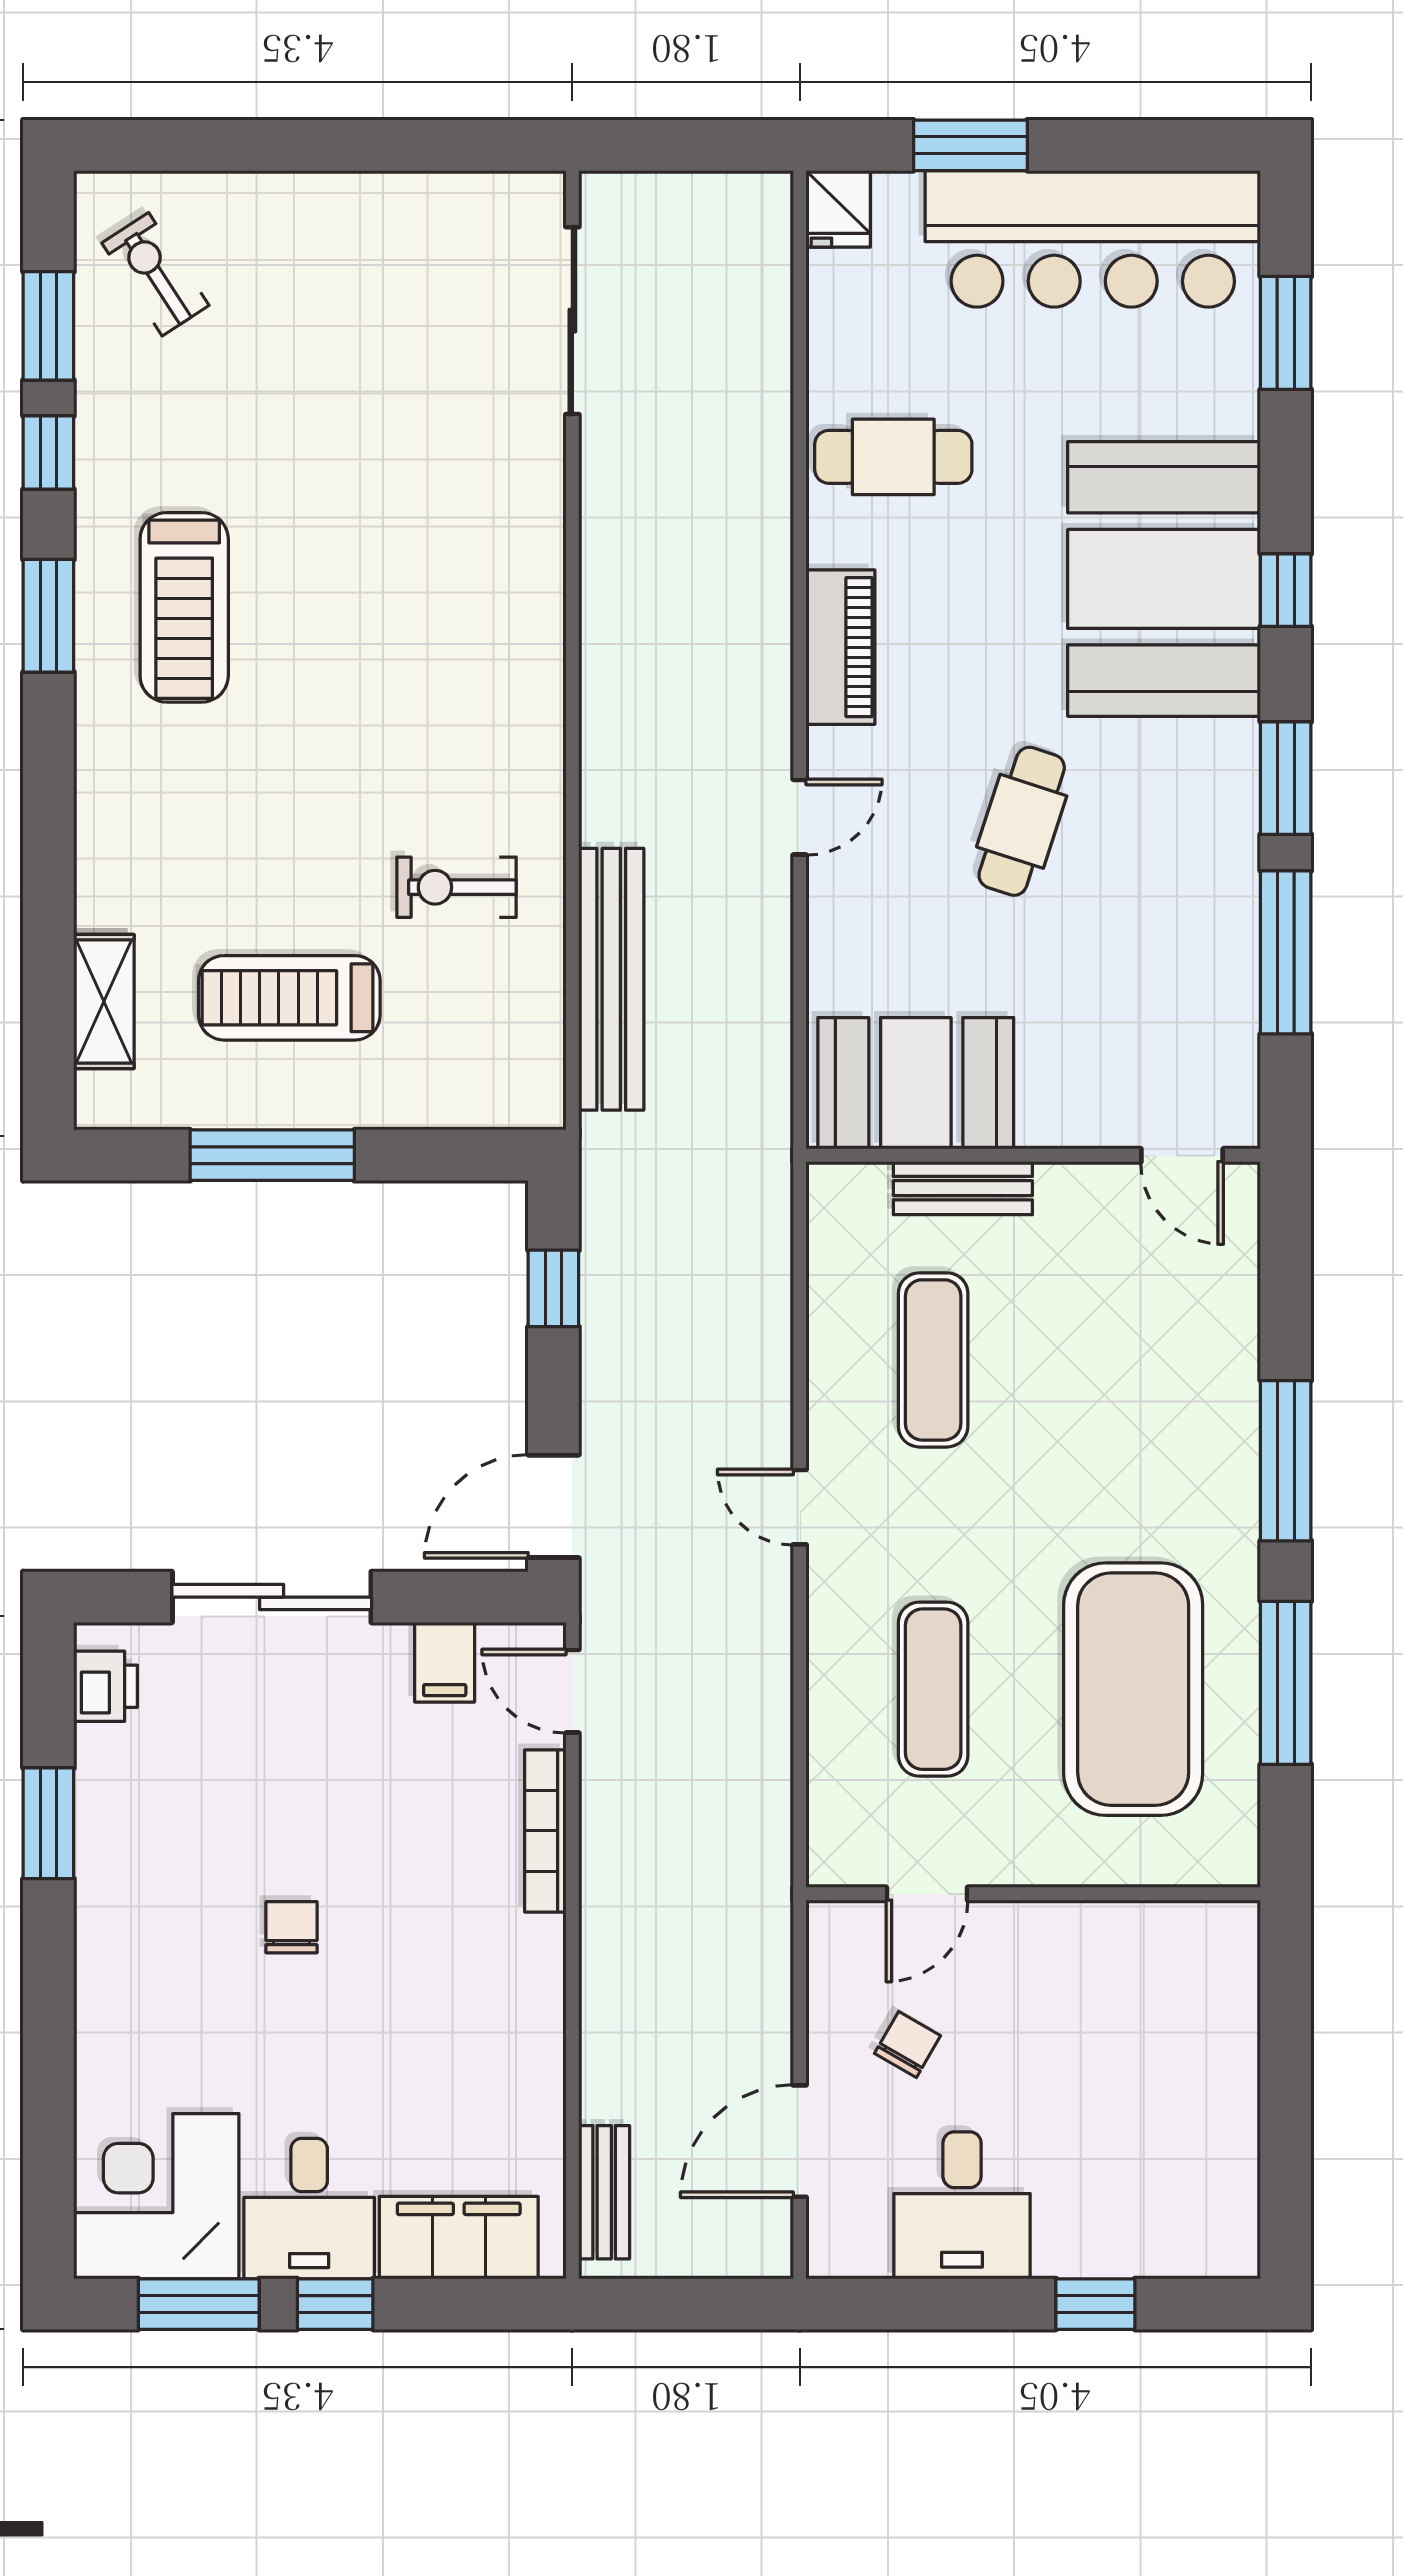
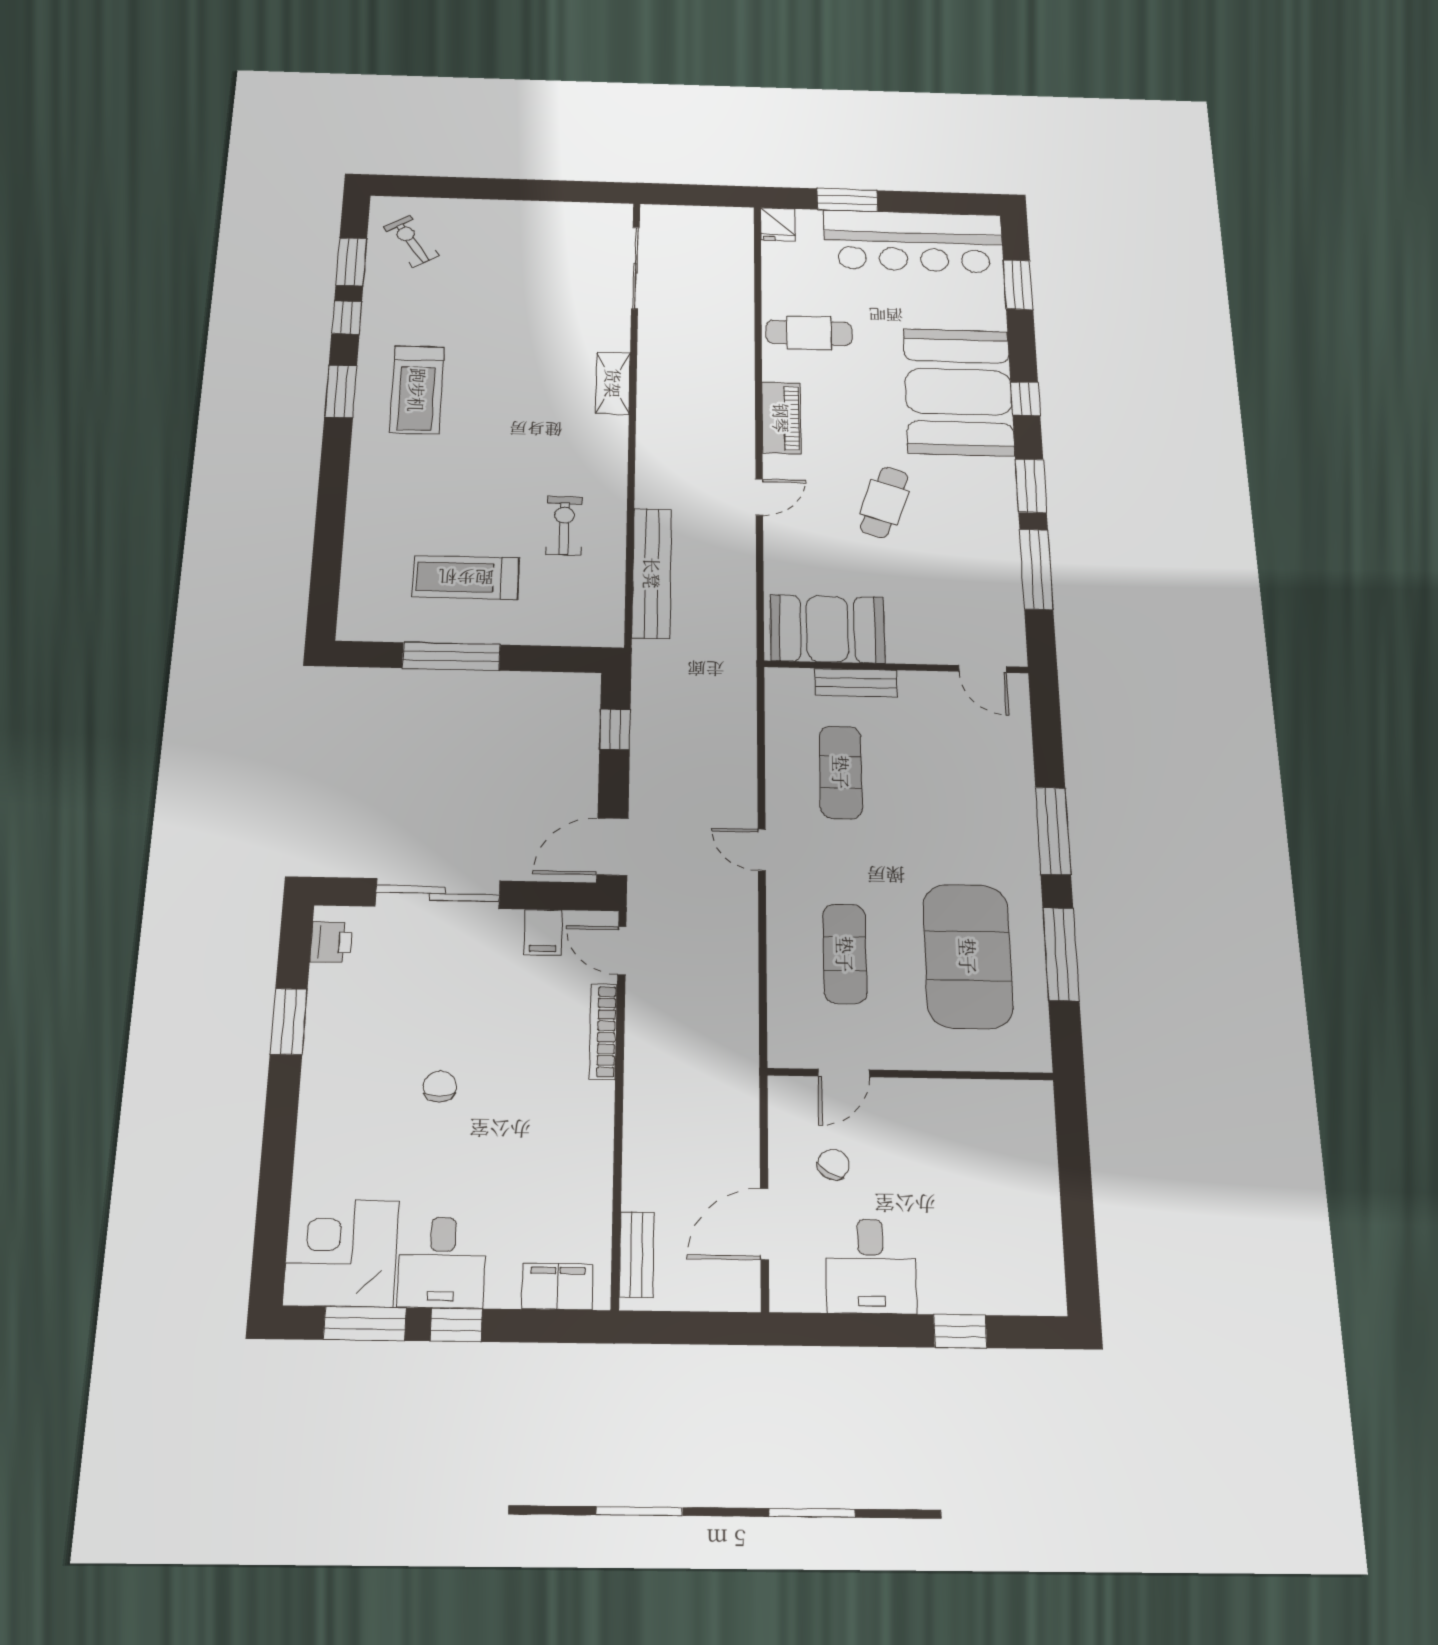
exercise bike: (456, 887) -> (564, 526), turned 90
shelving: (104, 1002) -> (613, 383), moved
filing cabinet: (459, 2238) -> (558, 1286), width x0.67, depth x0.86

